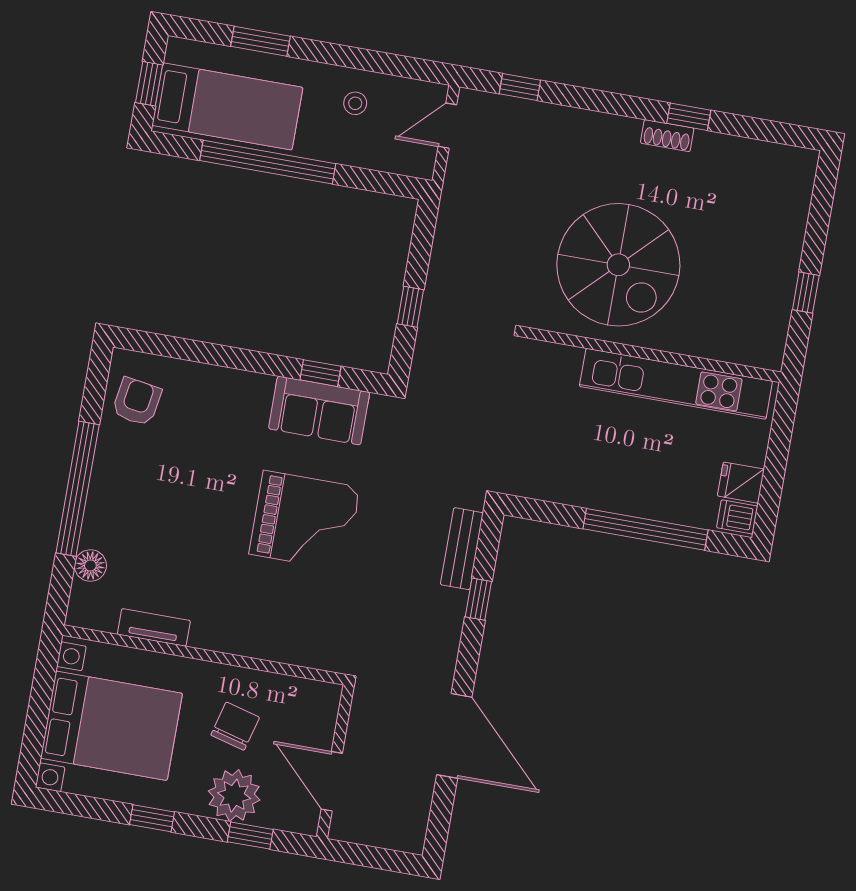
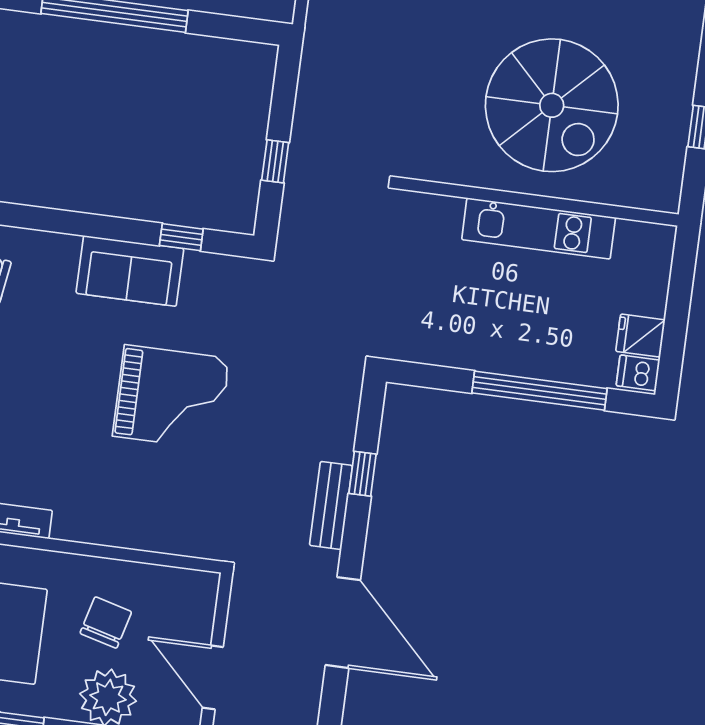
spiral stairs: (618, 265) -> (552, 105), moved
kitchen unit: (676, 384) -> (539, 228), width x0.73
sofa: (319, 410) -> (130, 271), moved
bench: (462, 549) -> (331, 505), moved

